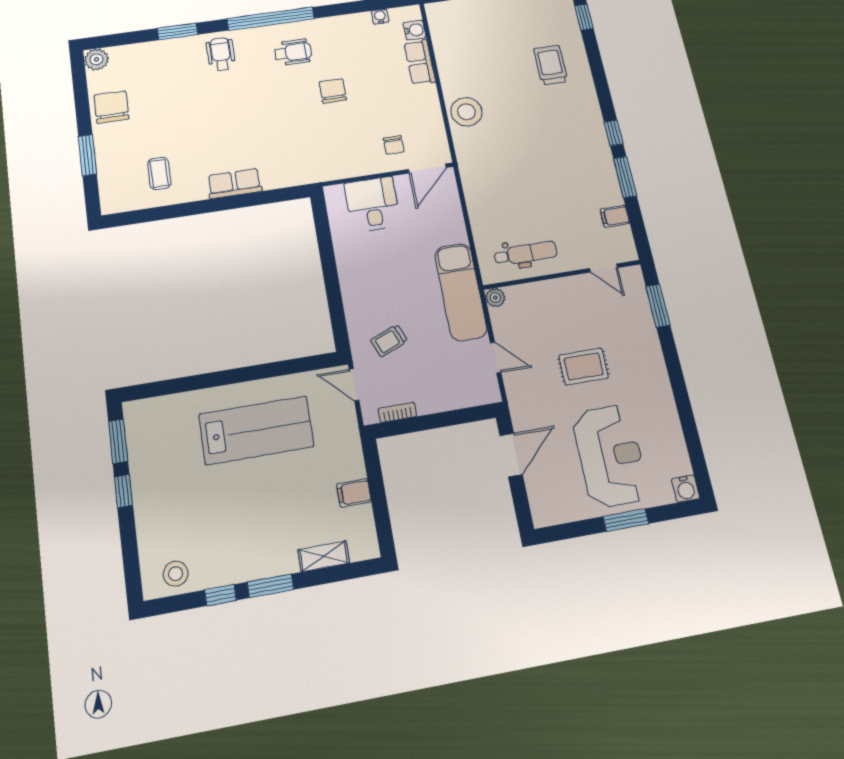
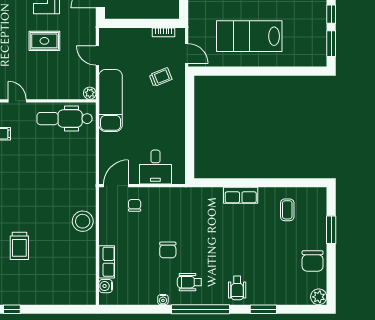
water cooler: (380, 17) -> (163, 300), moved
dental chair: (526, 253) -> (65, 119), width x1.36, depth x1.38

